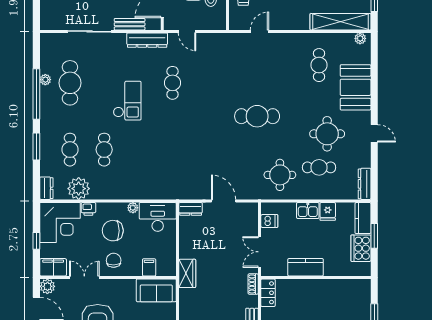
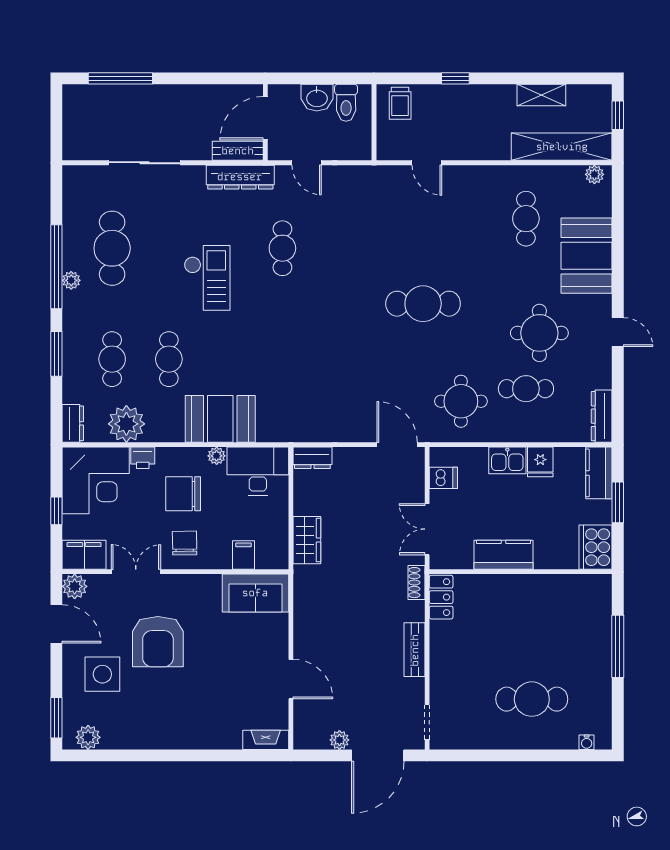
bench: (130, 24) -> (238, 151), moved
door: (259, 31) -> (427, 163), swing flipped
plant: (45, 80) -> (71, 280), moved
booth: (135, 186) -> (220, 419), added
door: (224, 201) -> (397, 445), moved
cooker: (361, 248) -> (596, 547), moved
wardrobe: (187, 273) -> (307, 540), moved

